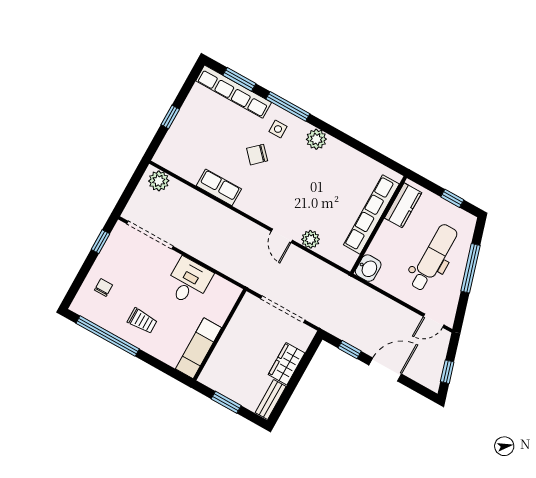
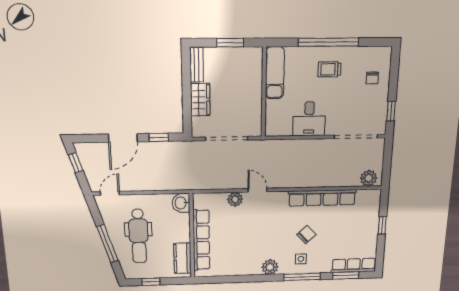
row of seats: (234, 92) -> (354, 265), width x0.73
row of seats: (219, 187) -> (322, 198), width x2.02
window: (108, 336) -> (328, 42), moved

